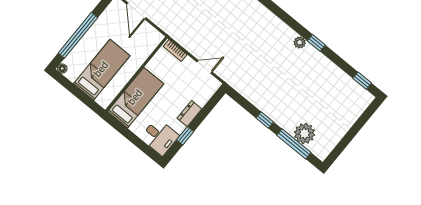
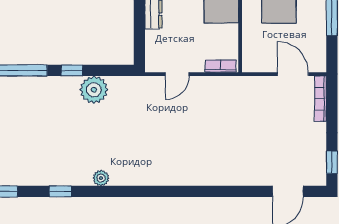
window: (316, 43) -> (60, 191), moved
plant: (304, 134) -> (94, 90), moved

